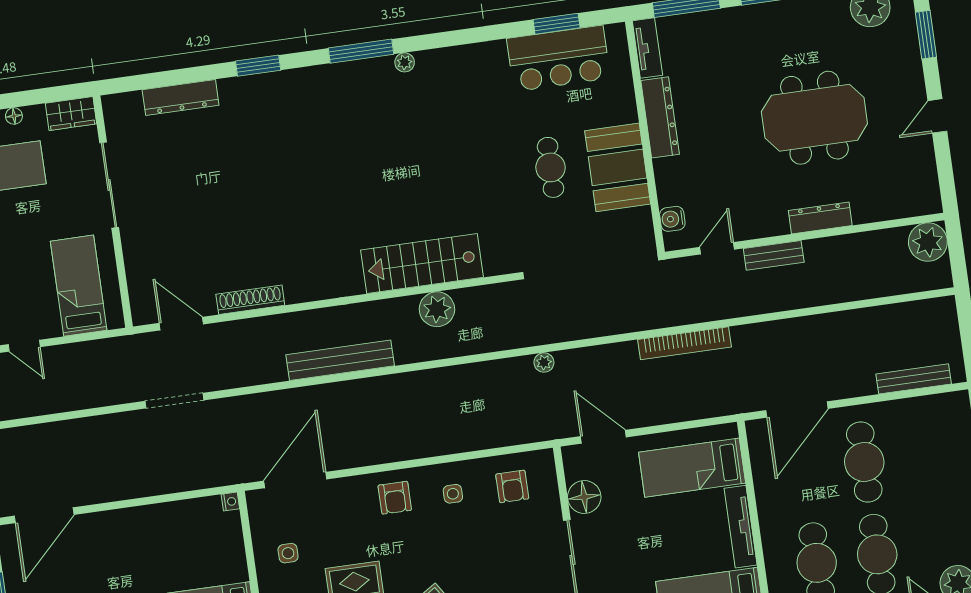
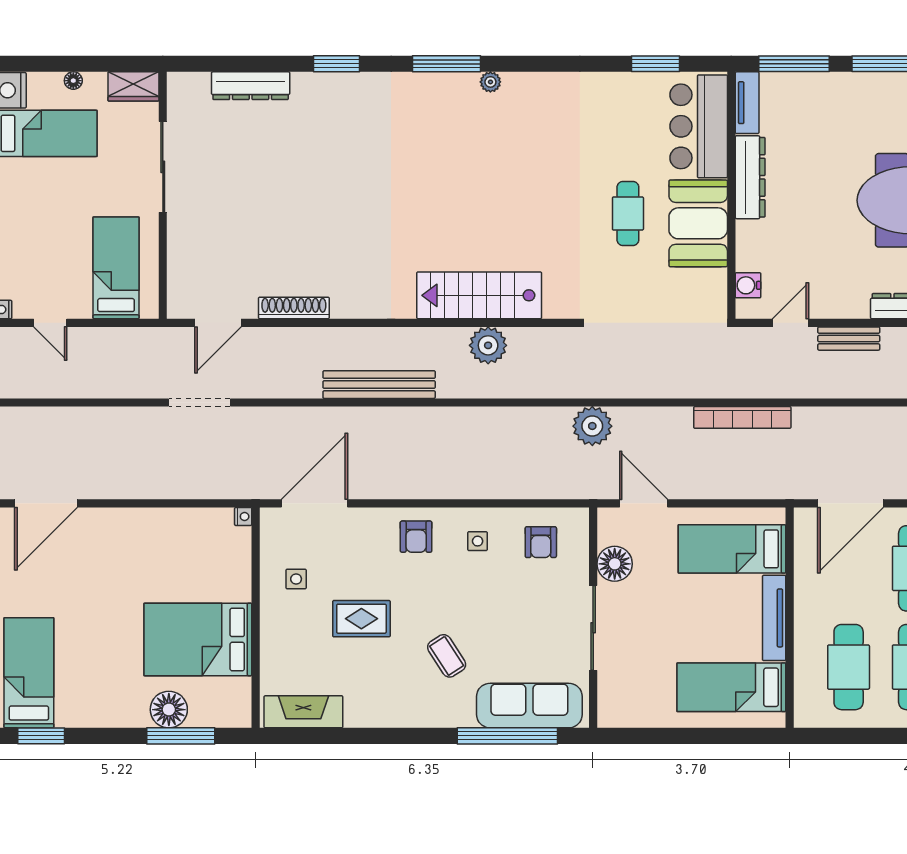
bar counter: (558, 58) -> (699, 126), moved, turned 90
door: (181, 324) -> (218, 323), swing flipped
plant: (544, 362) -> (592, 426), width x1.88, depth x1.88

